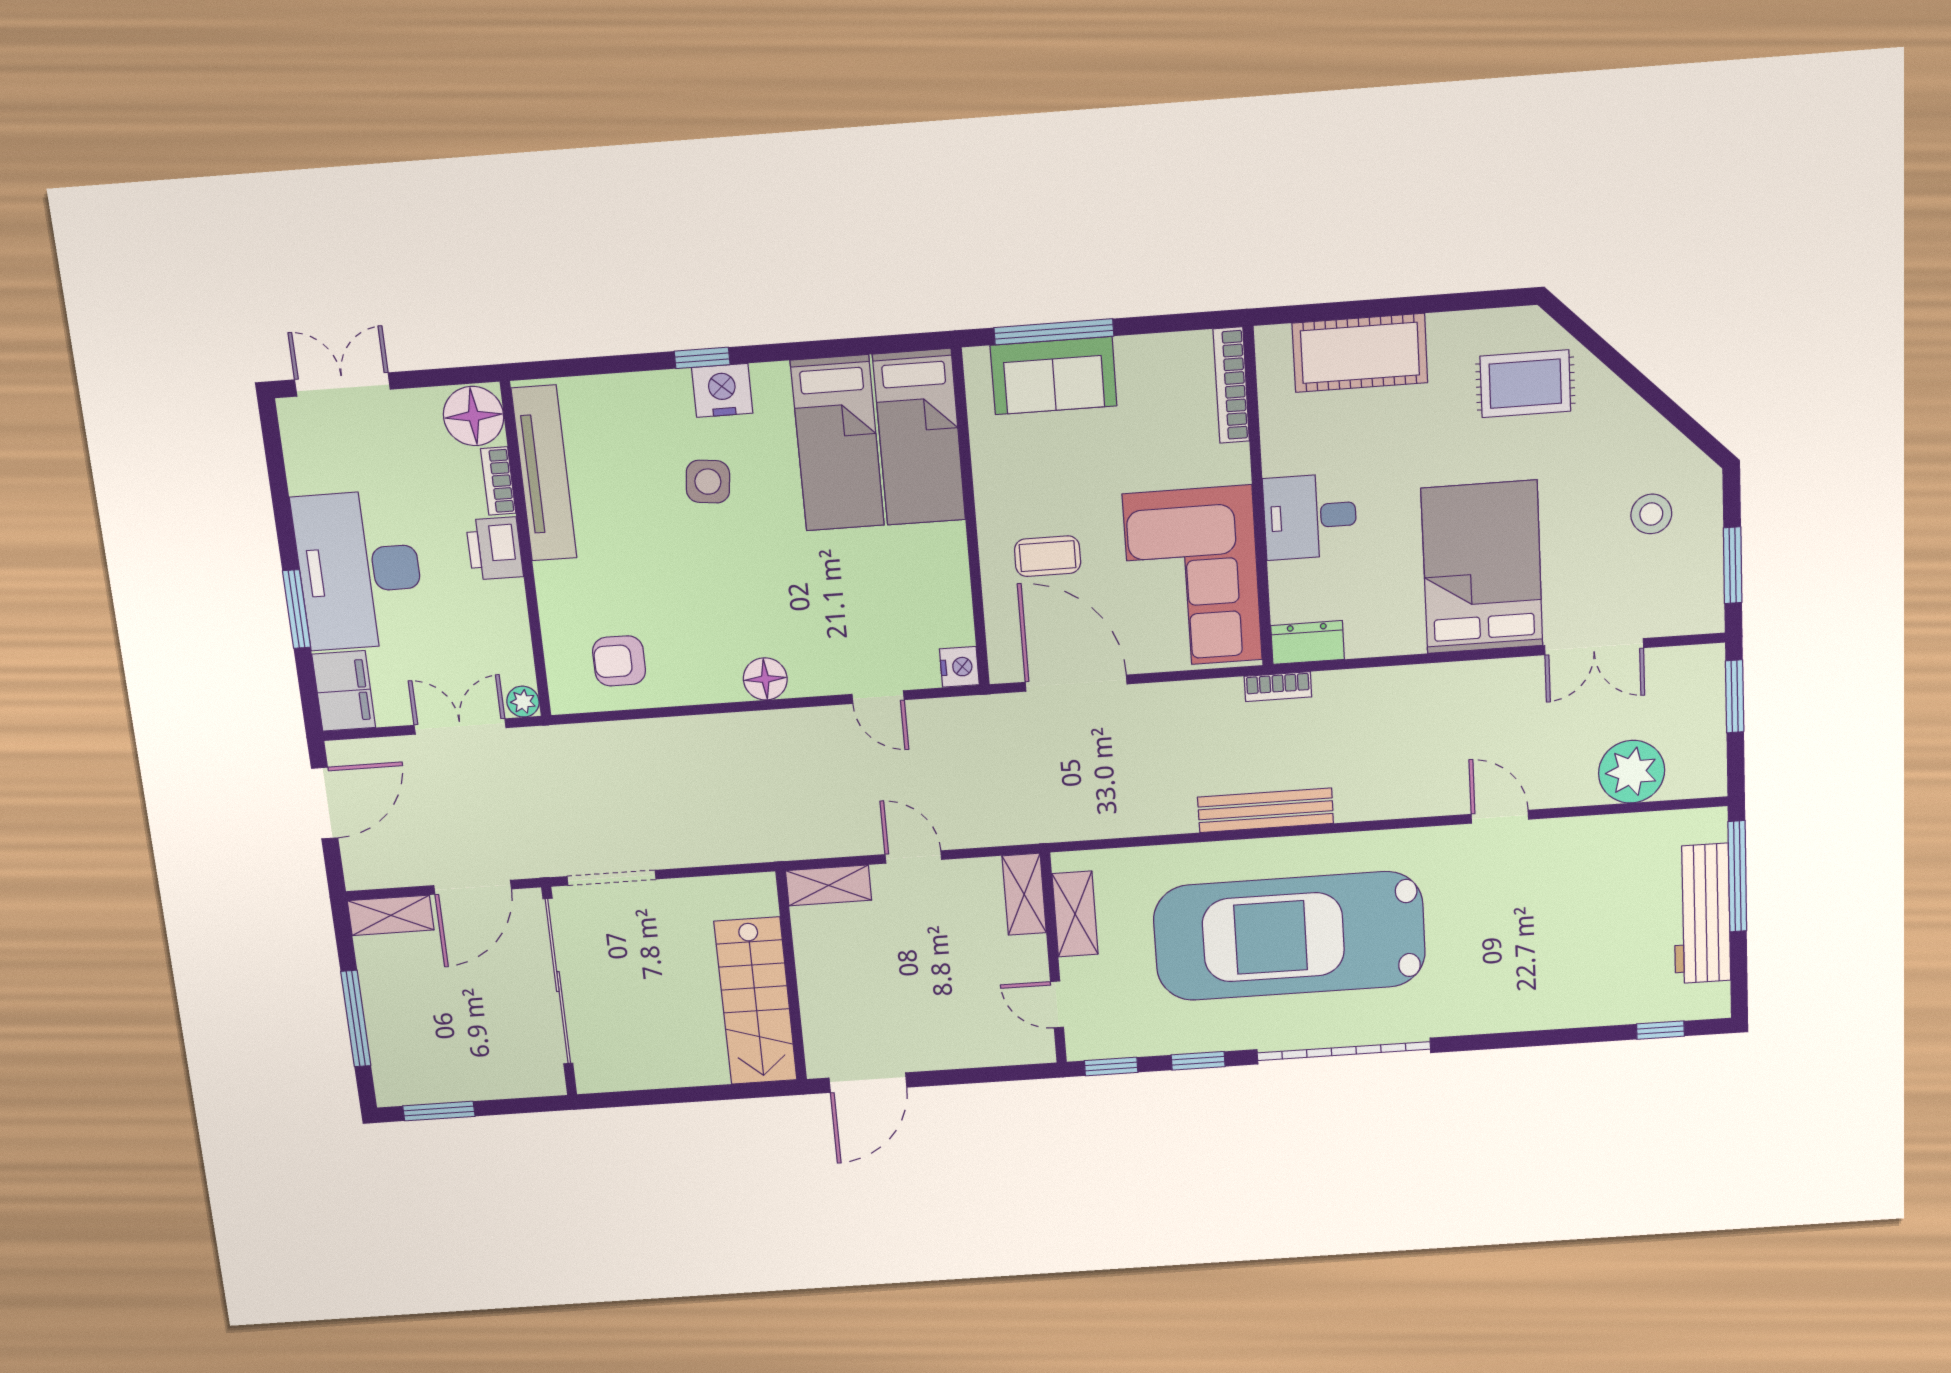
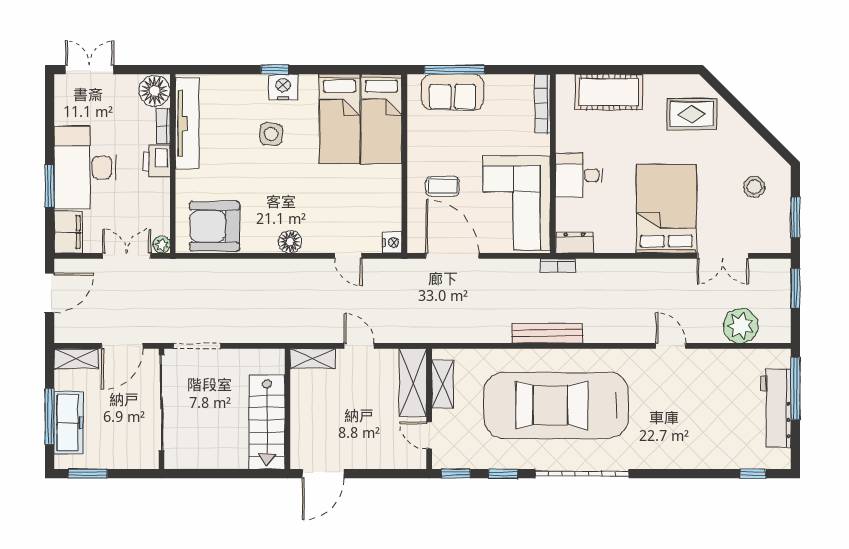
armchair: (619, 661) -> (215, 226), width x1.88, depth x1.88
shelving: (1024, 894) -> (413, 382), width x1.50, depth x1.33
freezer: (392, 1027) -> (68, 423), added

